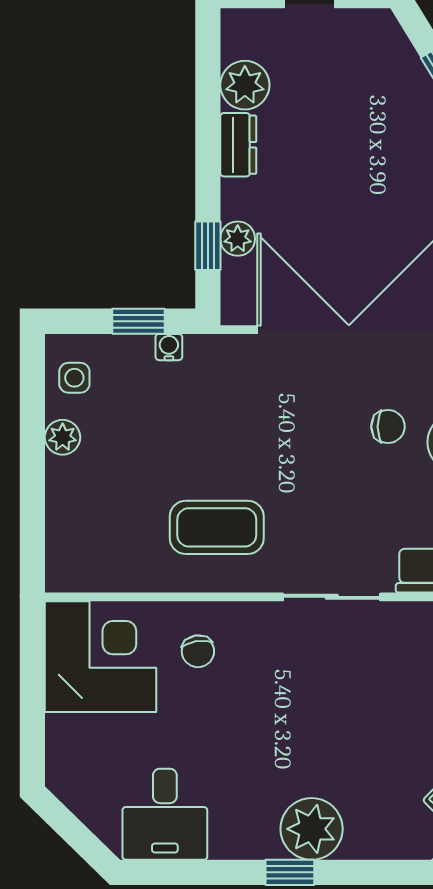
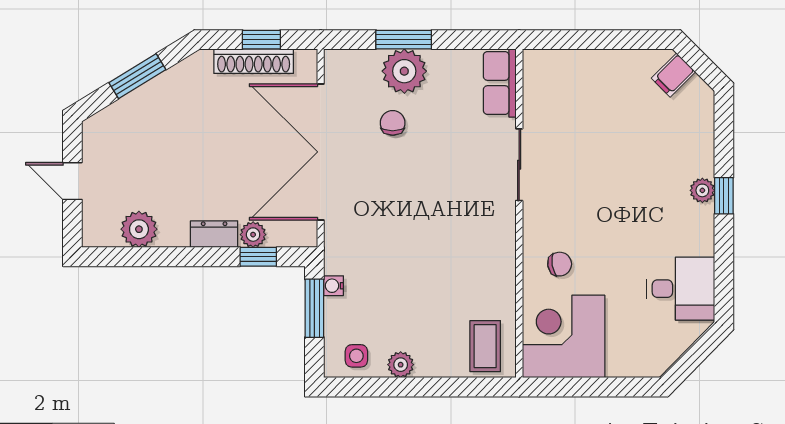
dresser: (238, 145) -> (214, 234), moved
window: (139, 321) -> (314, 308), width x1.50
coffee table: (217, 527) -> (485, 346), moved, width x0.73, depth x0.77
plant: (312, 829) -> (702, 190), width x0.53, depth x0.53

